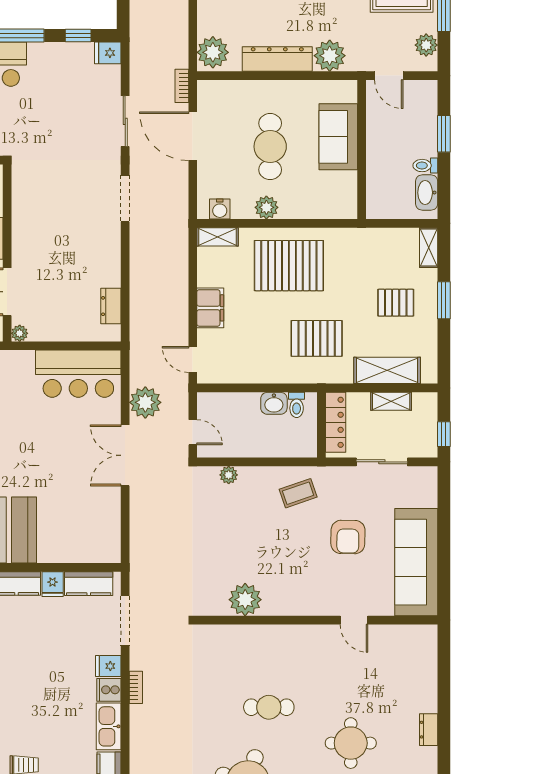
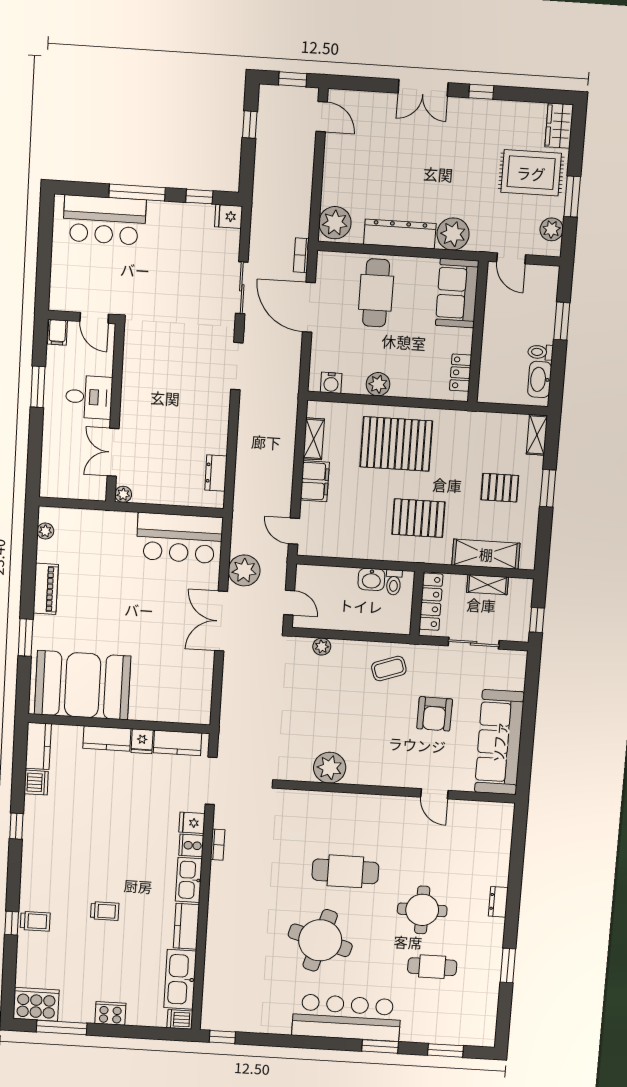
sofa: (338, 137) -> (457, 293), moved
cafe table: (270, 147) -> (376, 293), moved
locker: (348, 191) -> (461, 373), added
shelving: (217, 237) -> (314, 439), moved, turned 90
cafe table: (269, 707) -> (345, 871), width x1.37, depth x1.35

